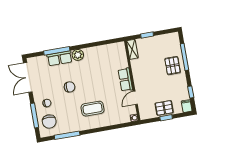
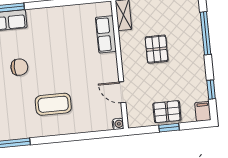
plant: (78, 55) -> (36, 17), removed
pallet: (173, 66) -> (157, 49), moved
row of seats: (125, 80) -> (106, 34), moved
door: (135, 98) -> (122, 92), hinge flipped

